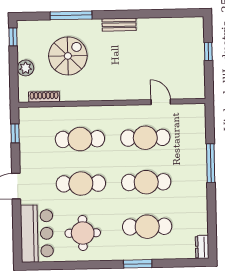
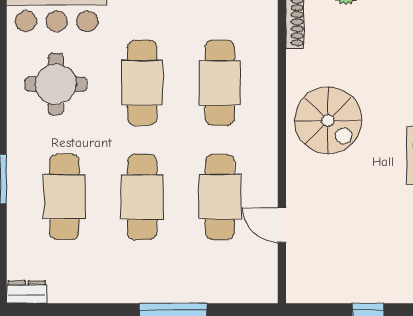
spiral stairs: (68, 56) -> (328, 120), moved
door: (161, 102) -> (282, 225), swing flipped

